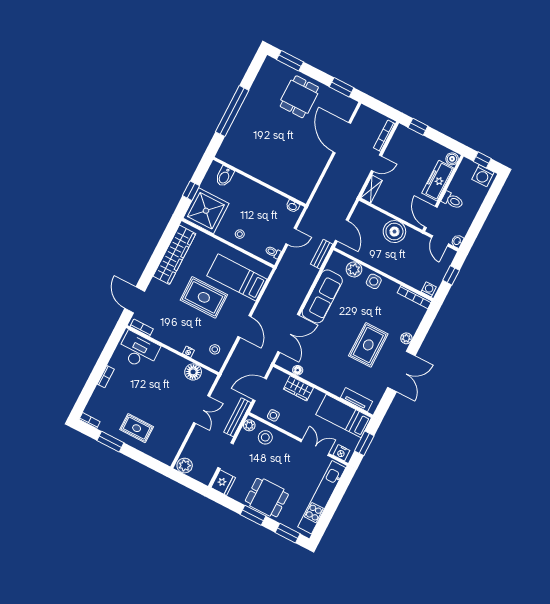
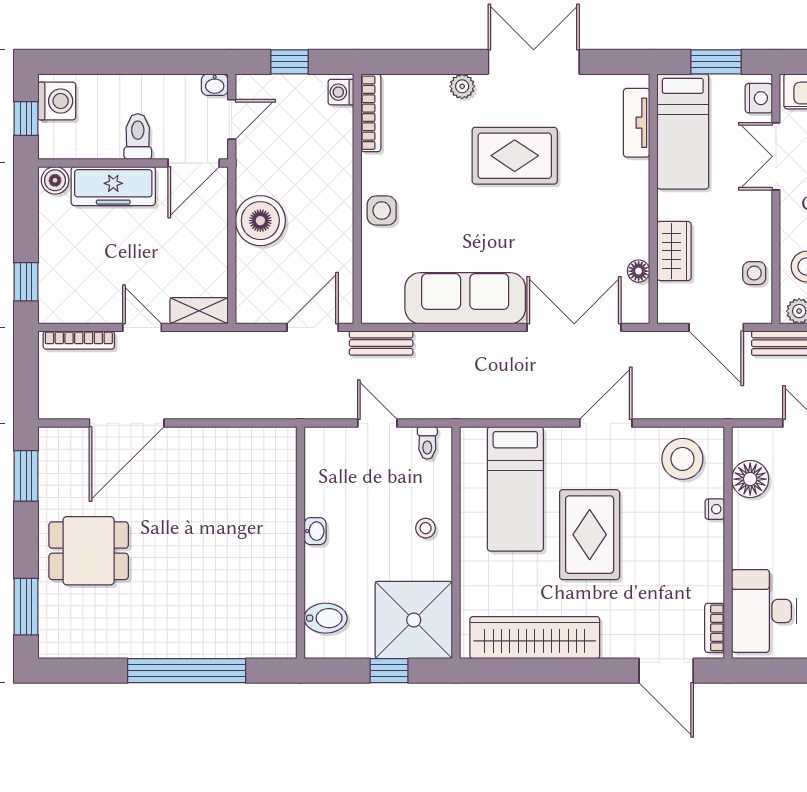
washbasin: (293, 206) -> (315, 531), moved
plant: (354, 269) -> (378, 262), removed
door: (135, 300) -> (666, 671), hinge flipped
stool: (215, 349) -> (682, 459), width x1.89, depth x1.89

